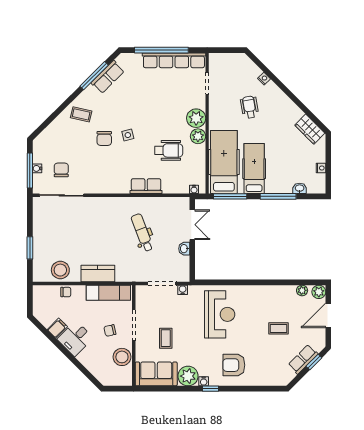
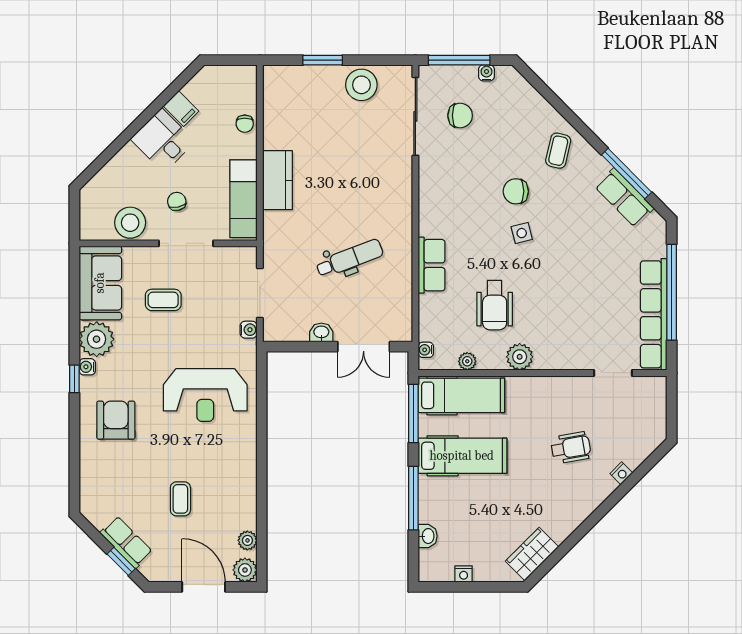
plant: (196, 118) -> (467, 361), moved, width x0.53, depth x0.53
hospital bed: (224, 162) -> (461, 395), width x0.73, depth x0.78
water cooler: (37, 168) -> (486, 73), moved
stool: (60, 270) -> (361, 85), moved

